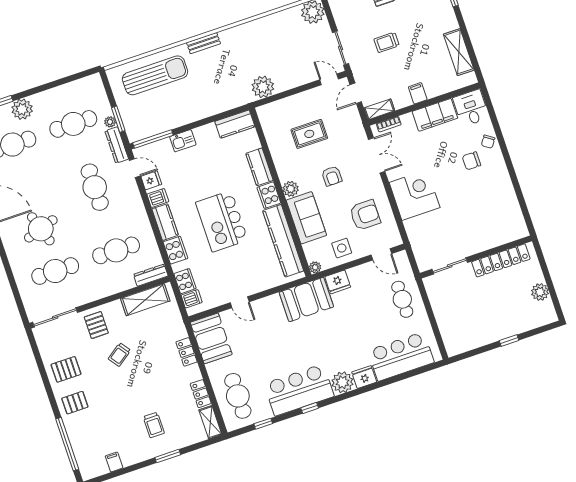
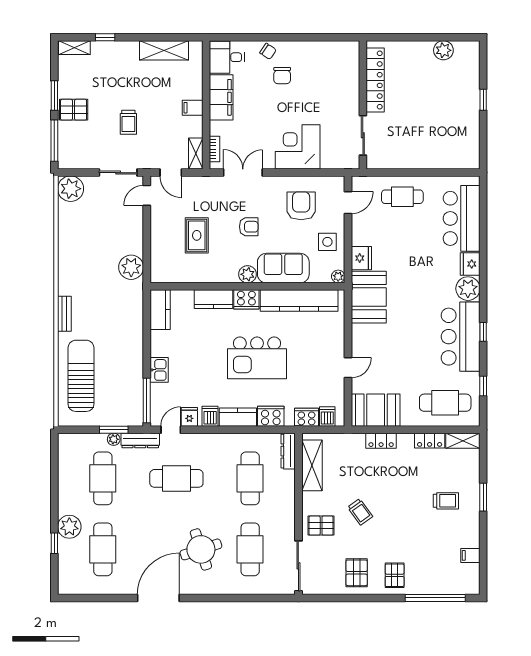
wall: (476, 257) -> (363, 105), moved
locker: (501, 260) -> (375, 80), moved
sliding door: (450, 266) -> (363, 135), moved

